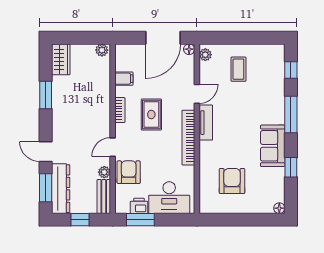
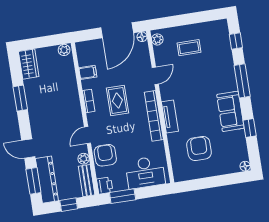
coffee table: (238, 69) -> (189, 48), turned 90
tv unit: (206, 123) -> (170, 116), moved
printer: (139, 206) -> (105, 186), moved, turned 90

